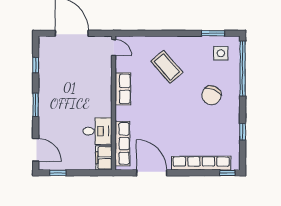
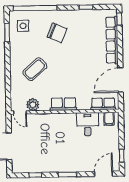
door: (114, 48) -> (20, 112), swing flipped
plant: (123, 64) -> (33, 105), added
row of seats: (123, 89) -> (63, 104), moved
row of seats: (122, 144) -> (103, 104), width x0.68
filing cabinet: (104, 158) -> (109, 119), width x0.50

